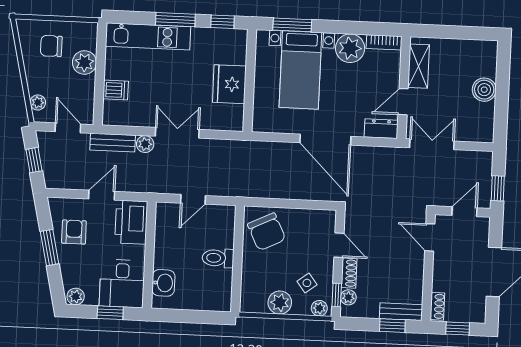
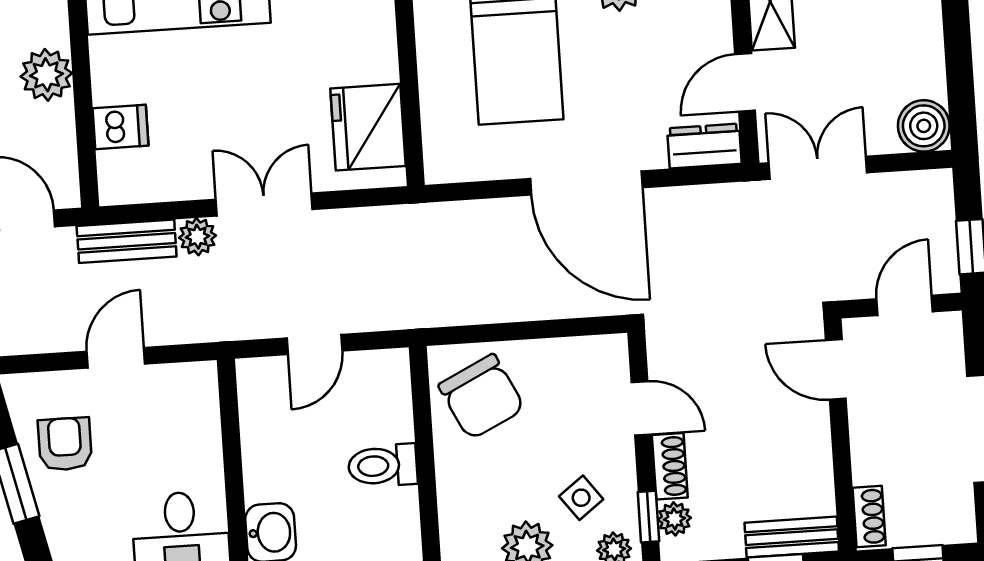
fridge: (229, 84) -> (368, 127), moved
boiler: (484, 90) -> (924, 126), moved
printer: (131, 222) -> (186, 409), removed

